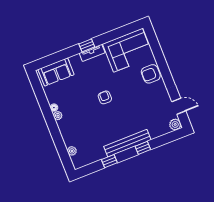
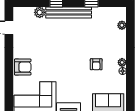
armchair: (105, 97) -> (96, 64), moved
plant: (175, 124) -> (40, 12), moved

